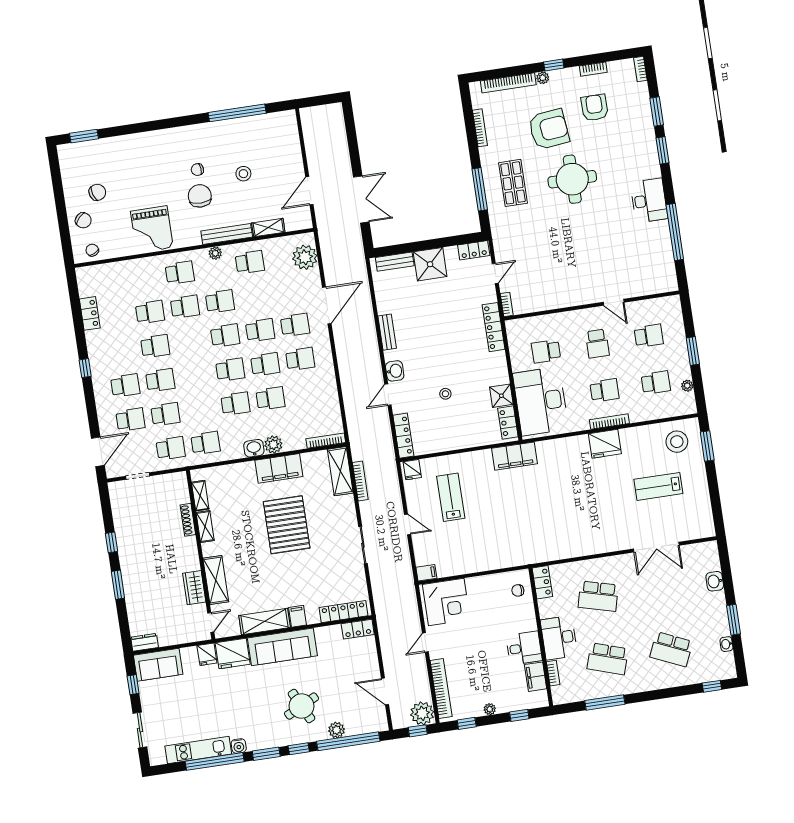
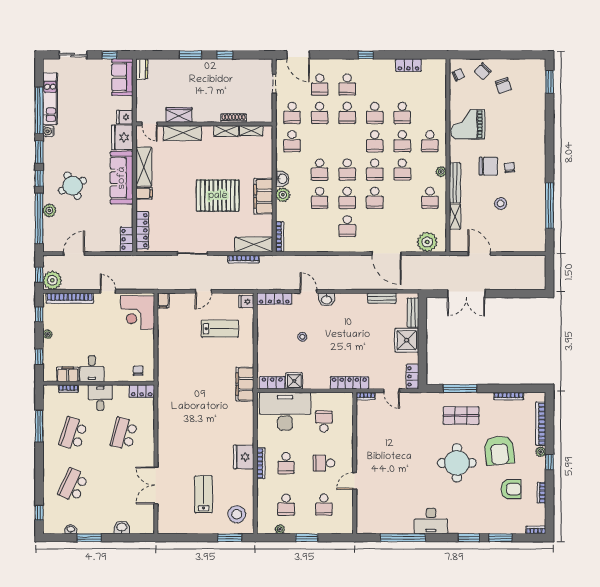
school desk: (295, 325) -> (375, 141), moved
bench: (387, 332) -> (382, 298), moved
desk: (559, 638) -> (100, 398), width x0.73

